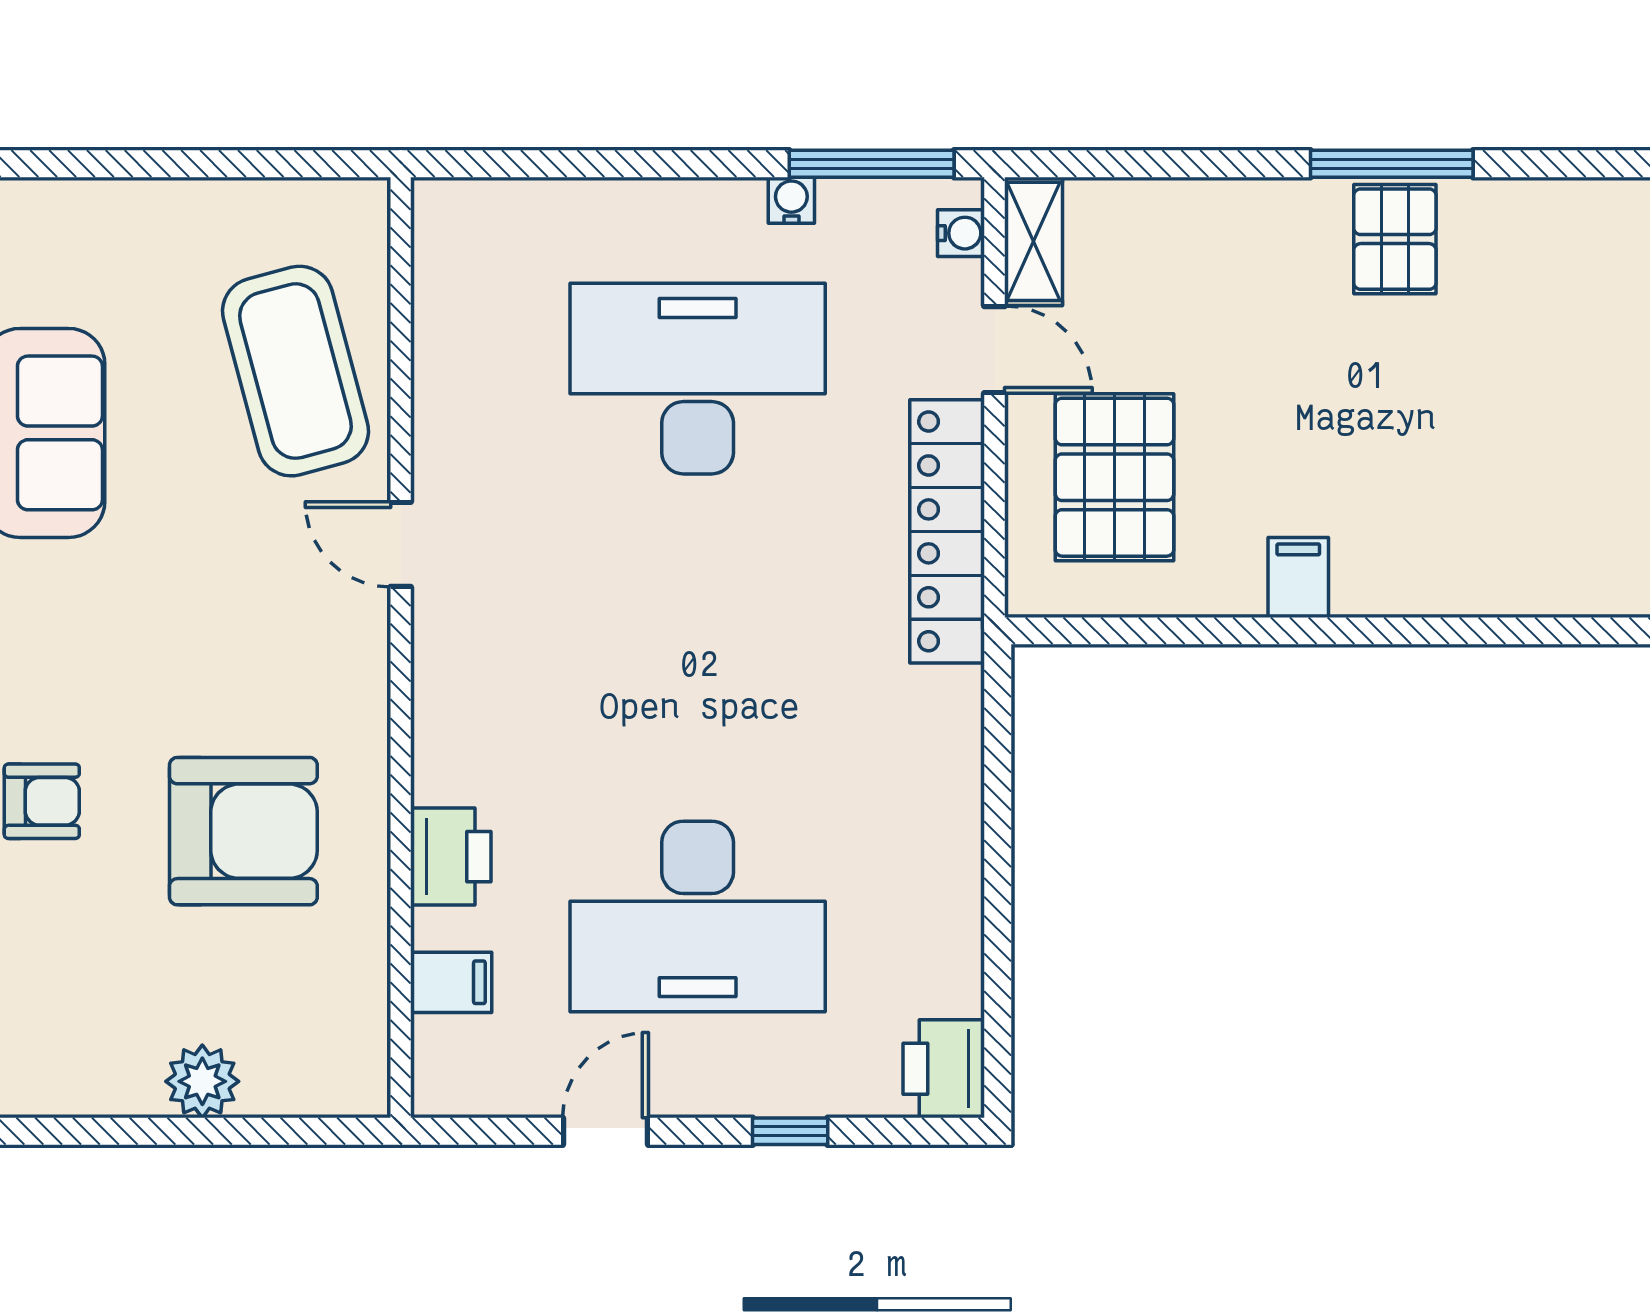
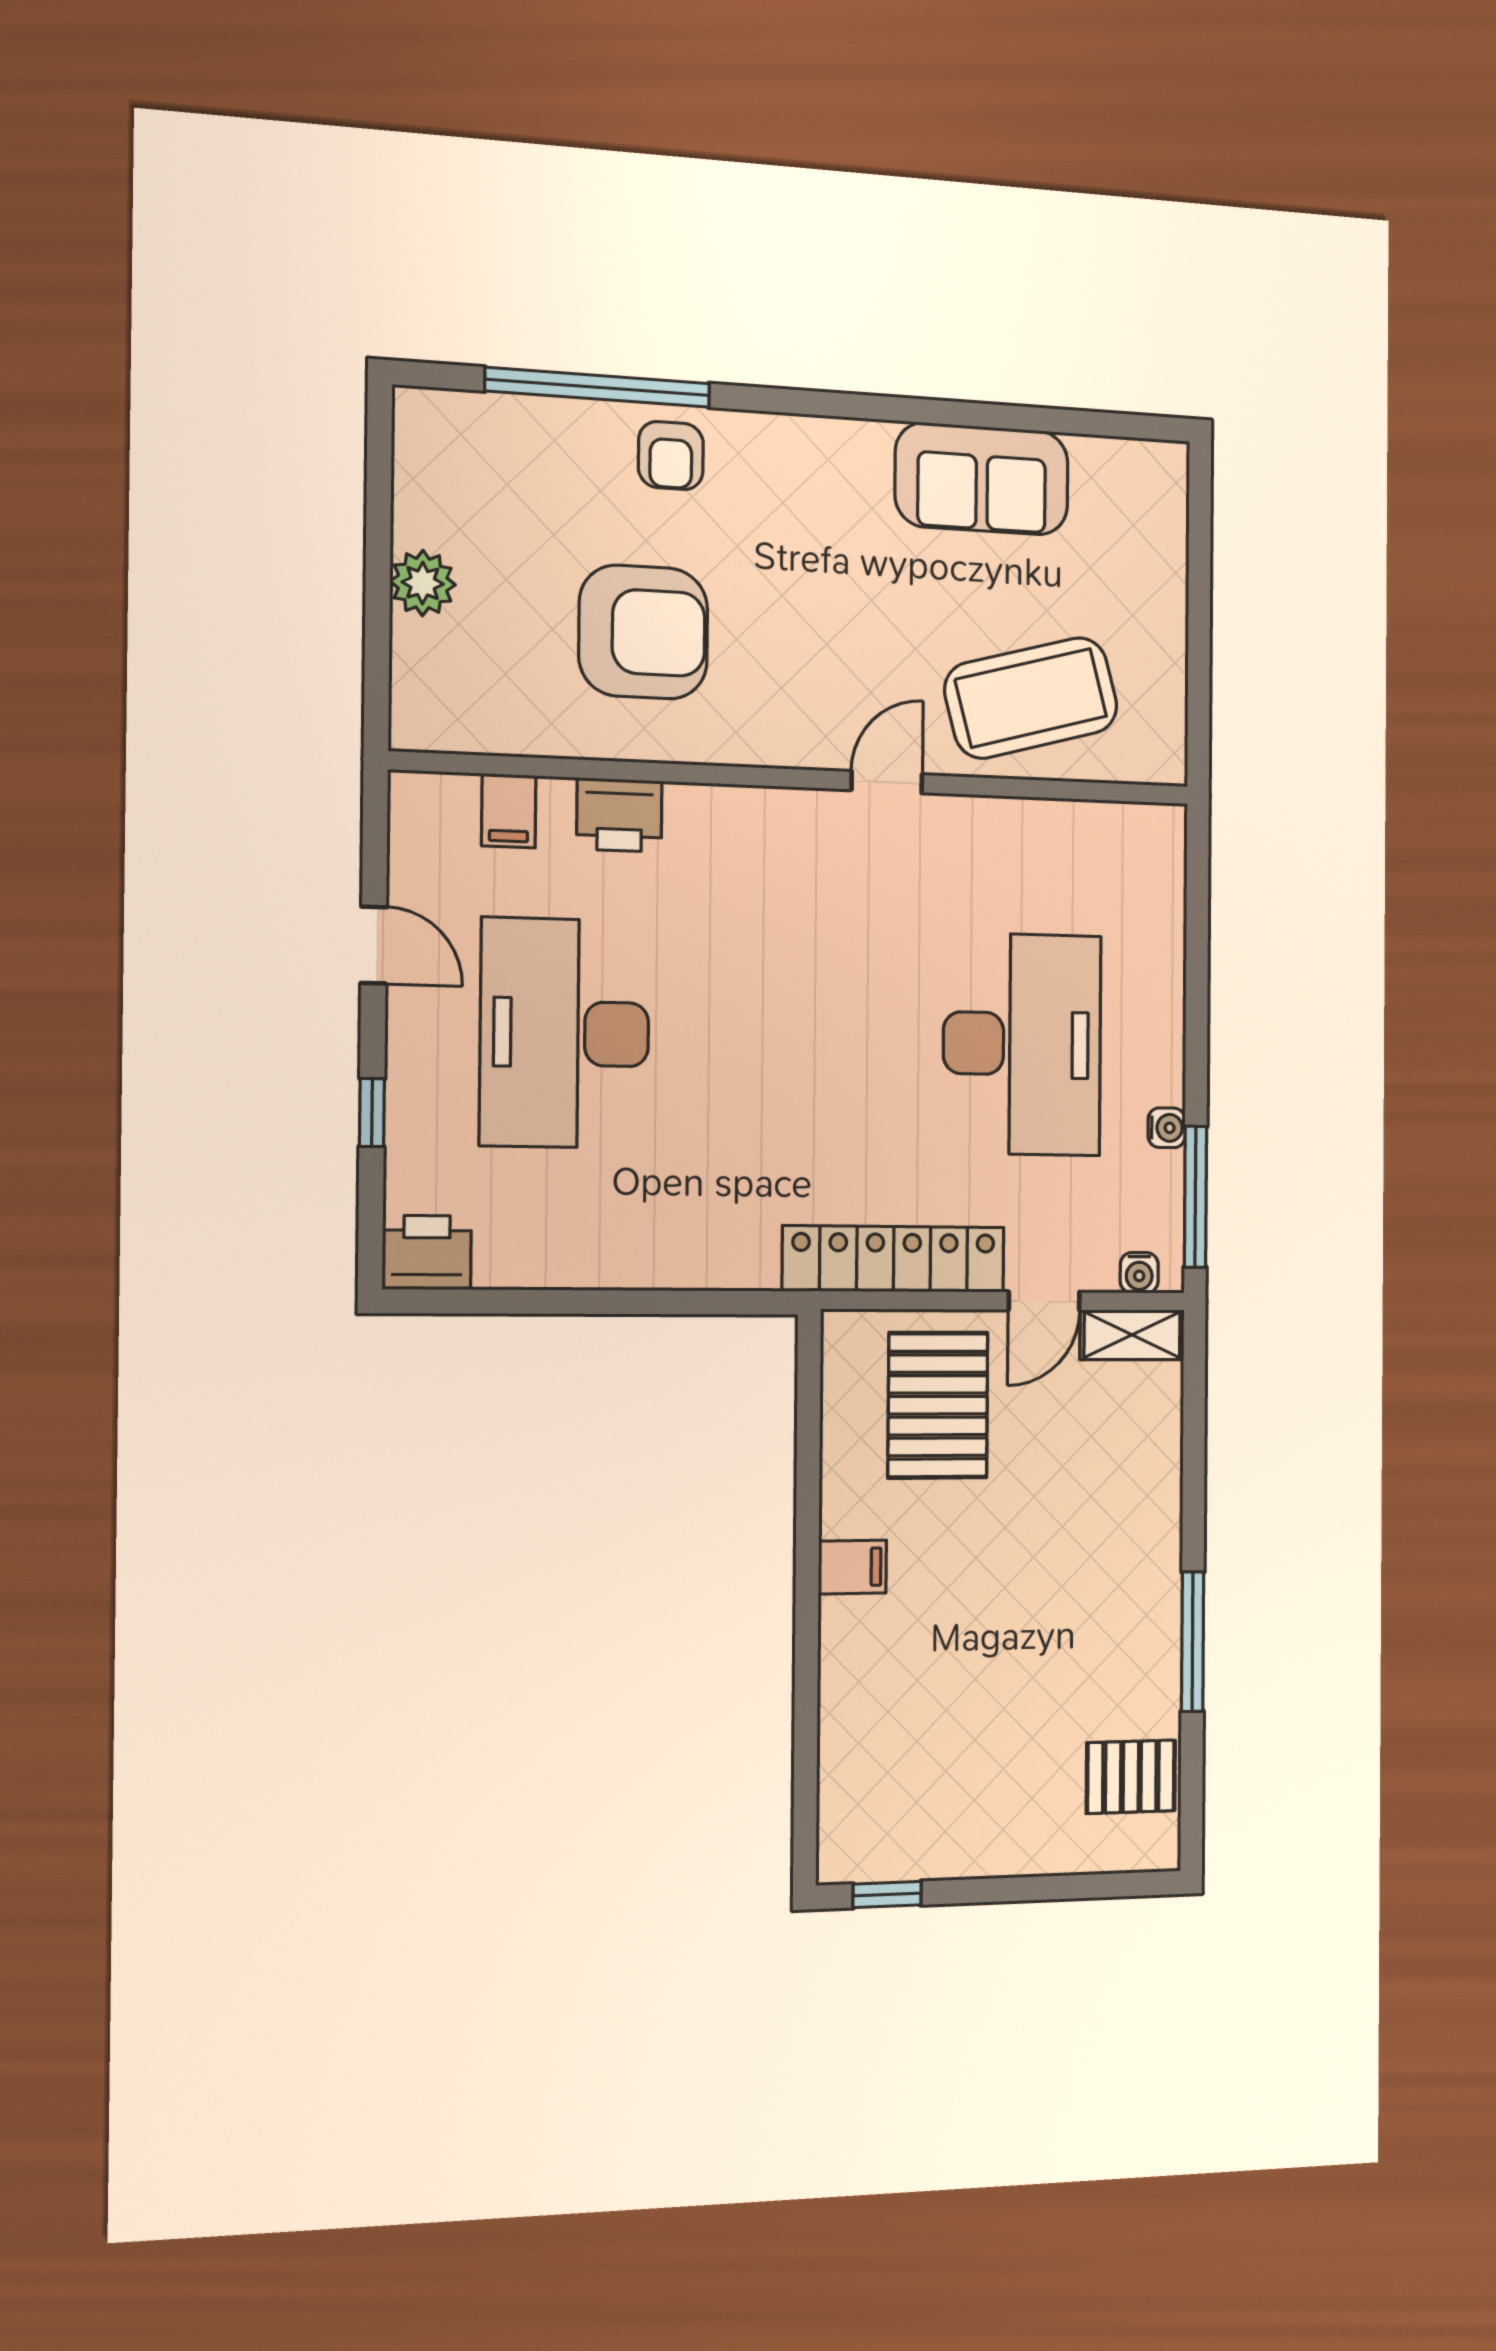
pallet: (1395, 239) -> (1131, 1777), moved
pallet: (1114, 477) -> (938, 1405), turned 90
armchair: (243, 831) -> (643, 632), turned -90

